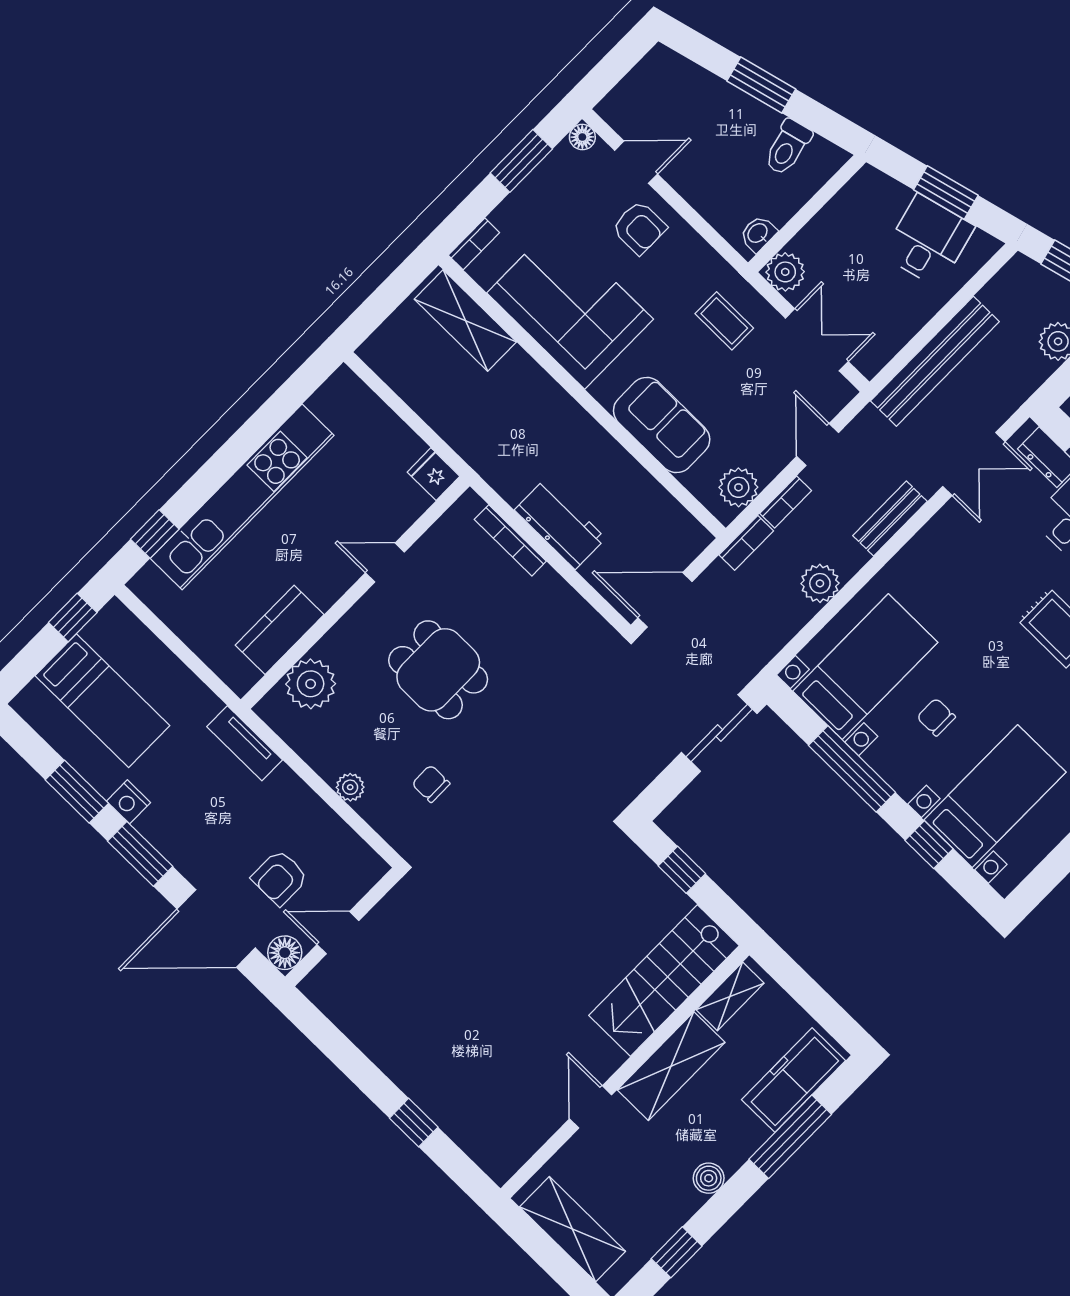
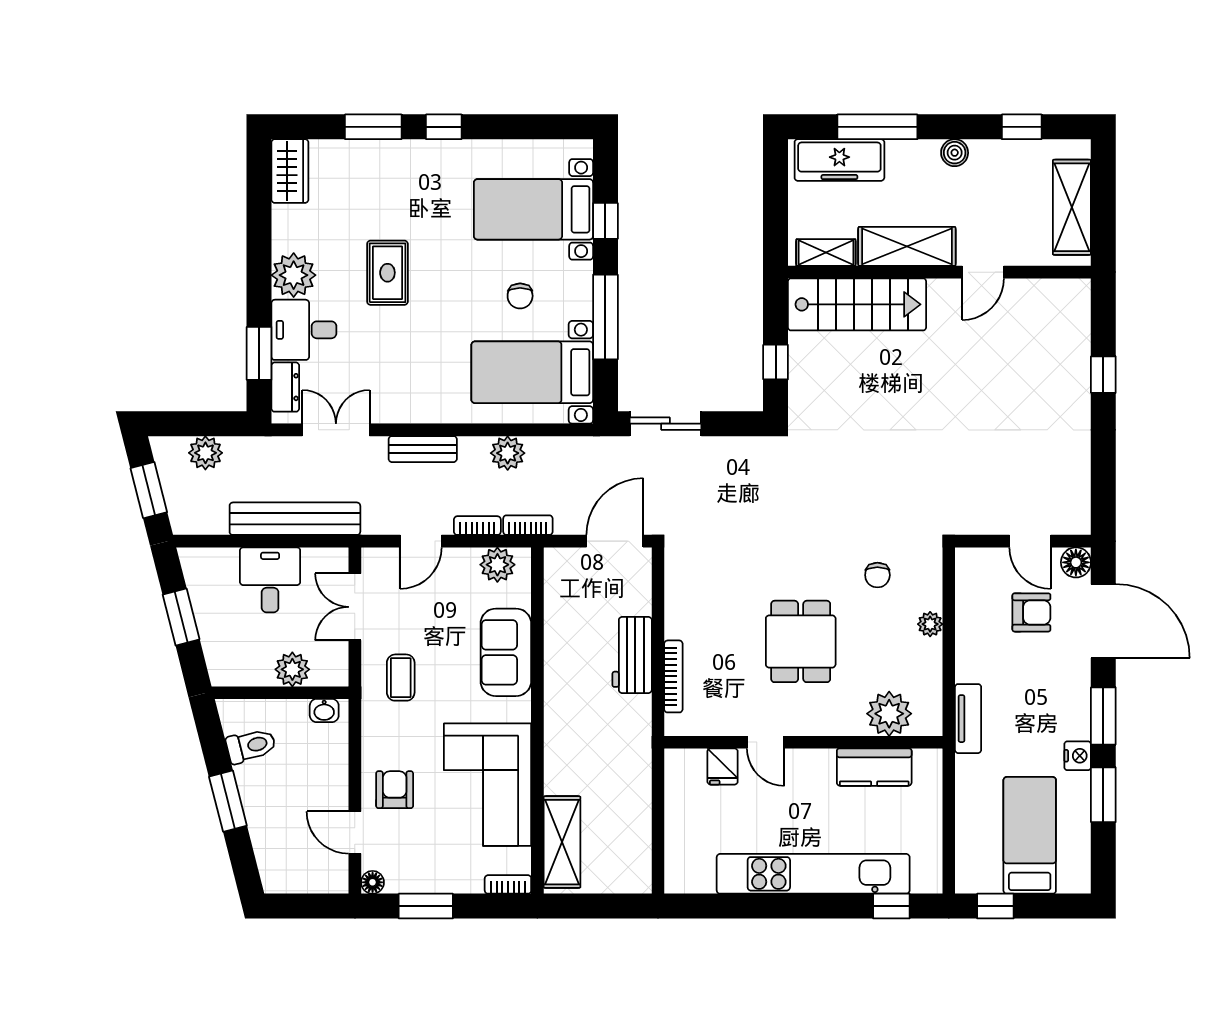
desk: (928, 241) -> (270, 580), moved, turned 104
plant: (785, 272) -> (292, 669), moved
fridge: (434, 474) -> (723, 766), moved
door: (665, 600) -> (615, 541), swing flipped

